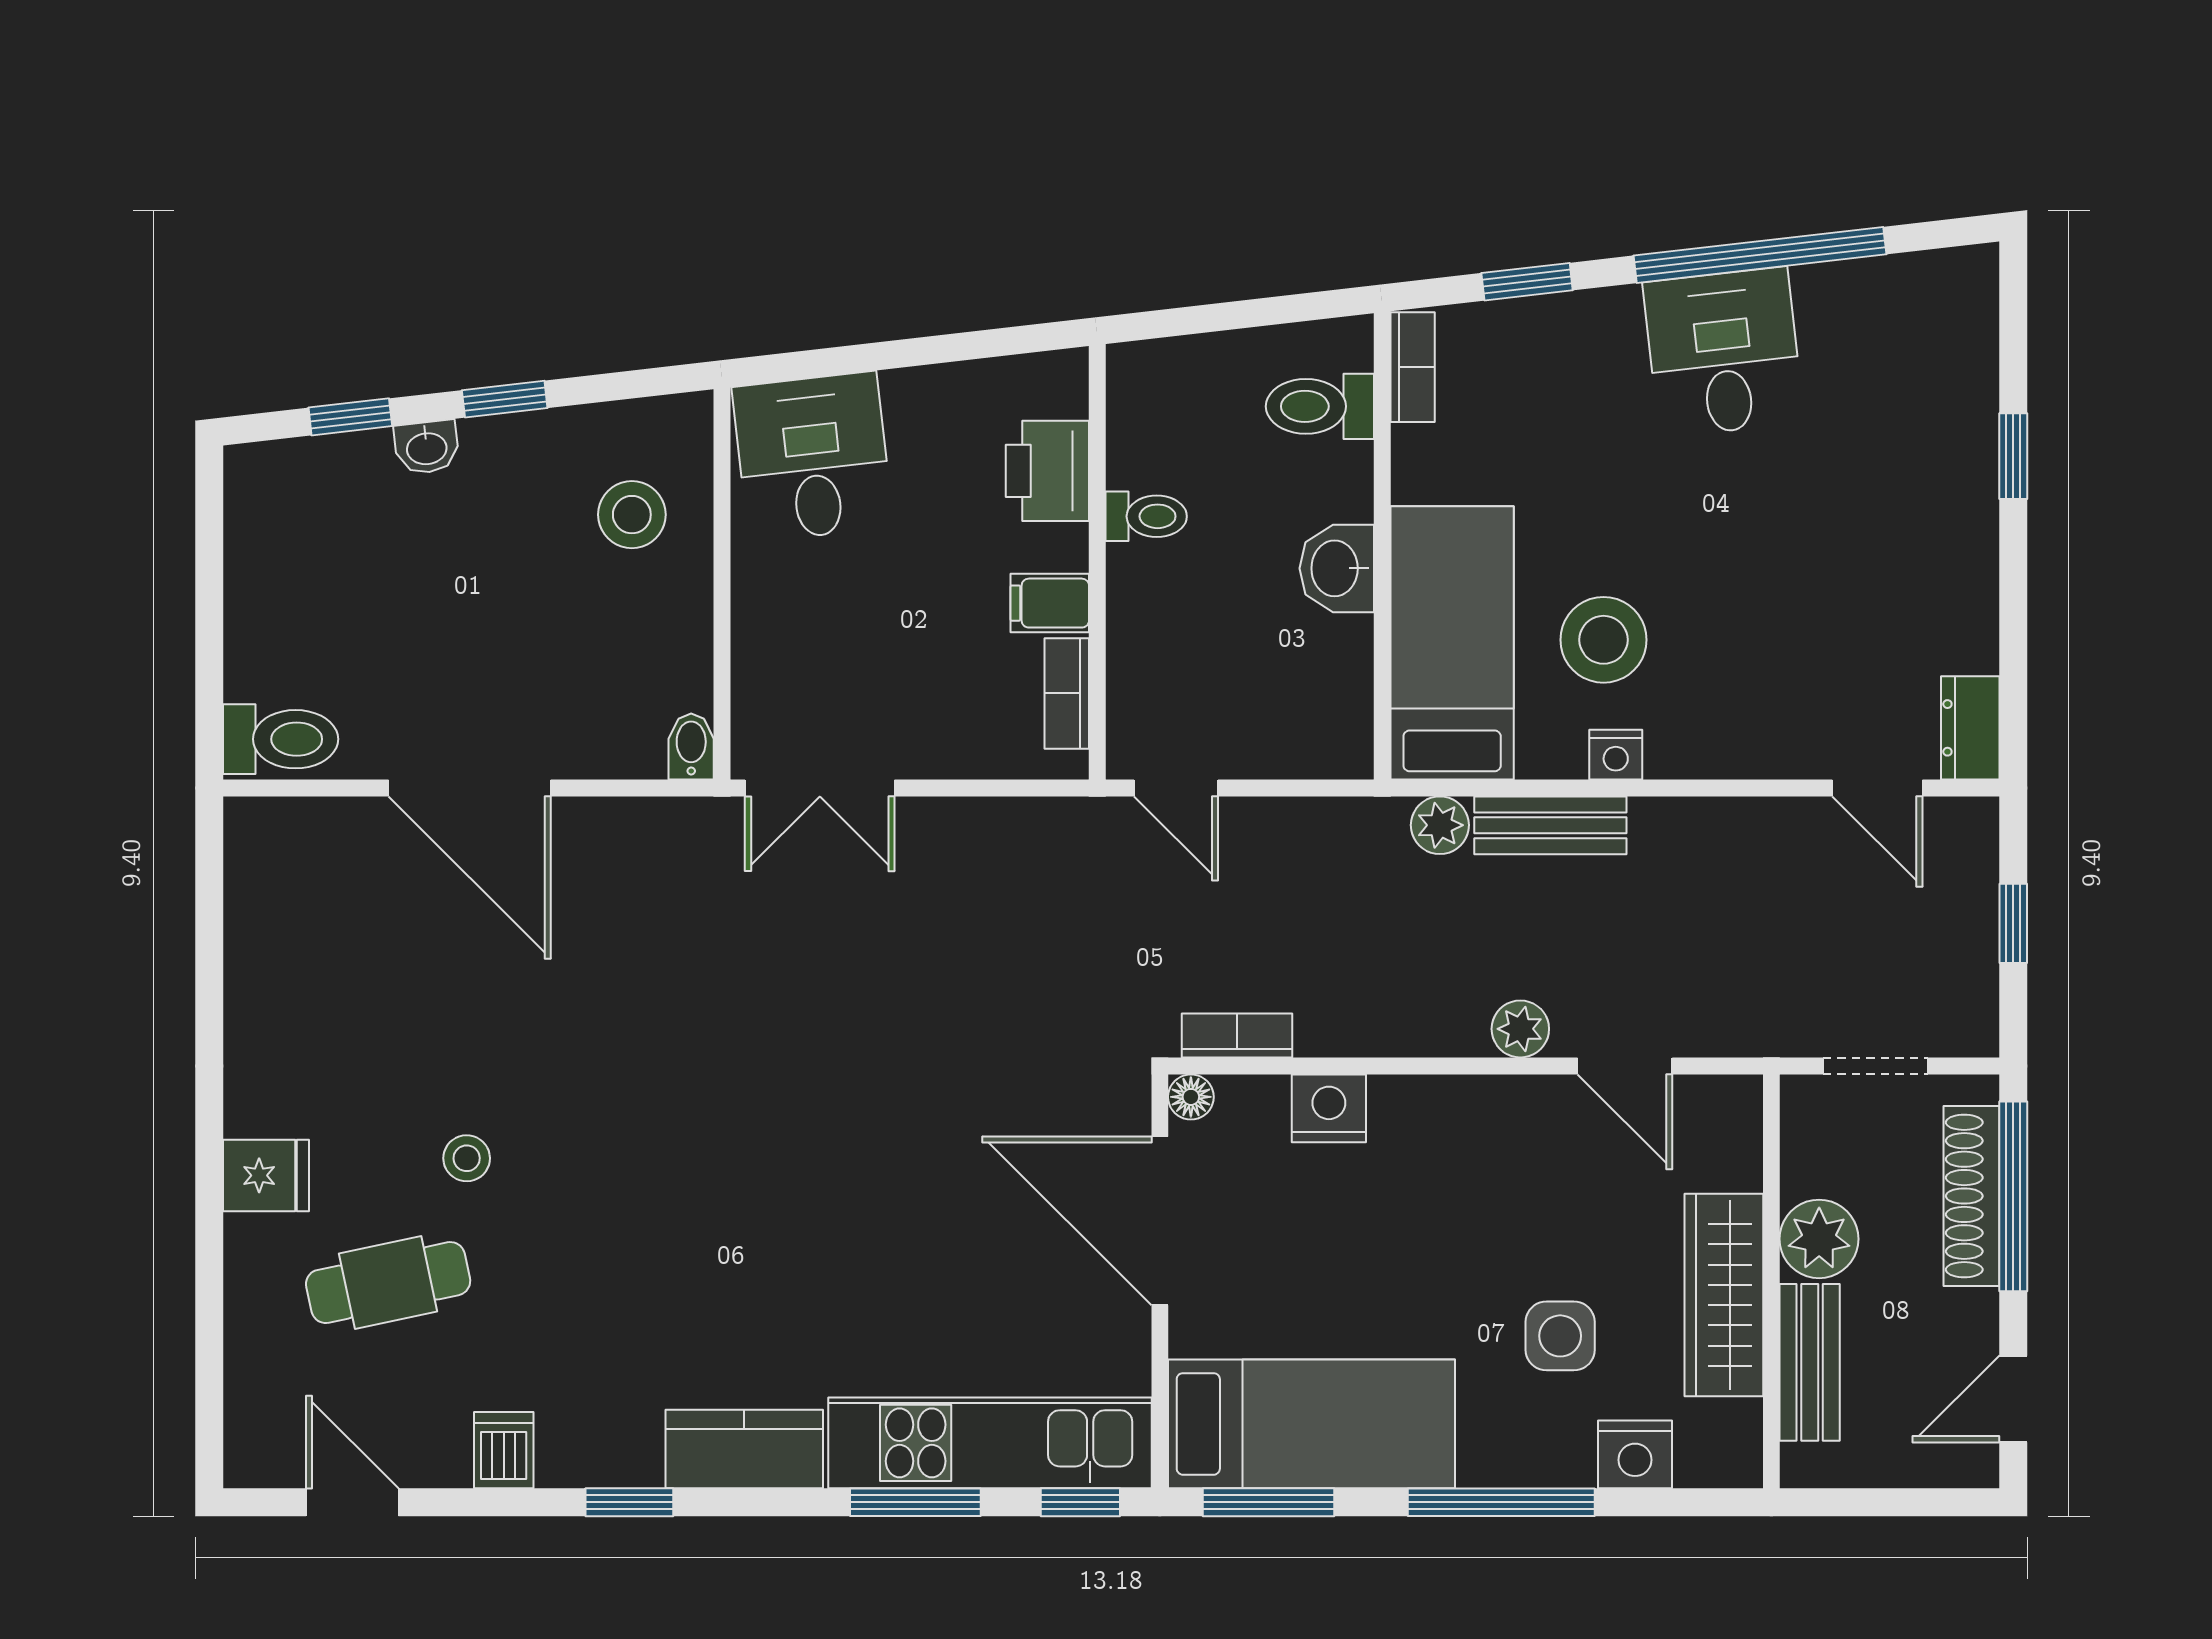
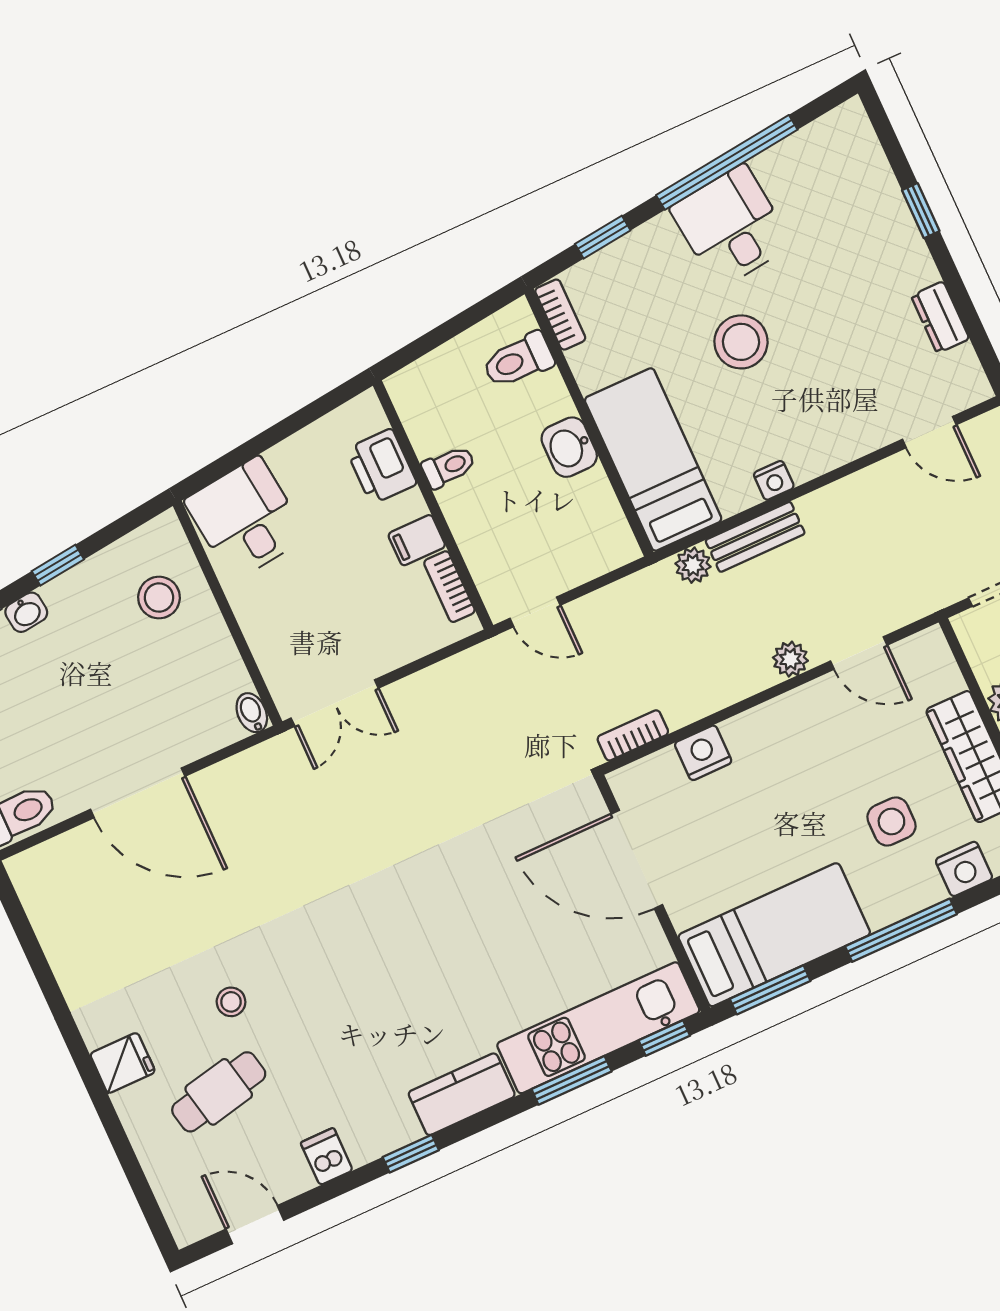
stool: (1603, 640) -> (741, 342), moved
dresser: (1970, 728) -> (940, 317), moved
floor lamp: (1191, 1097) -> (623, 782), removed

